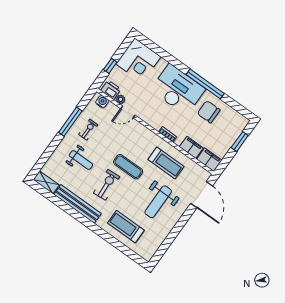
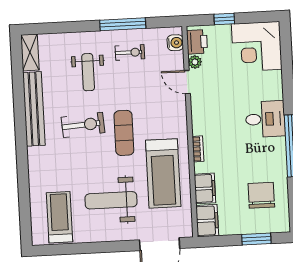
desk: (178, 90) -> (265, 119), width x0.53, depth x0.77
chair: (209, 112) -> (261, 195), moved
treadmill: (166, 163) -> (163, 173), width x1.37, depth x1.38
treadmill: (126, 227) -> (59, 217), moved

